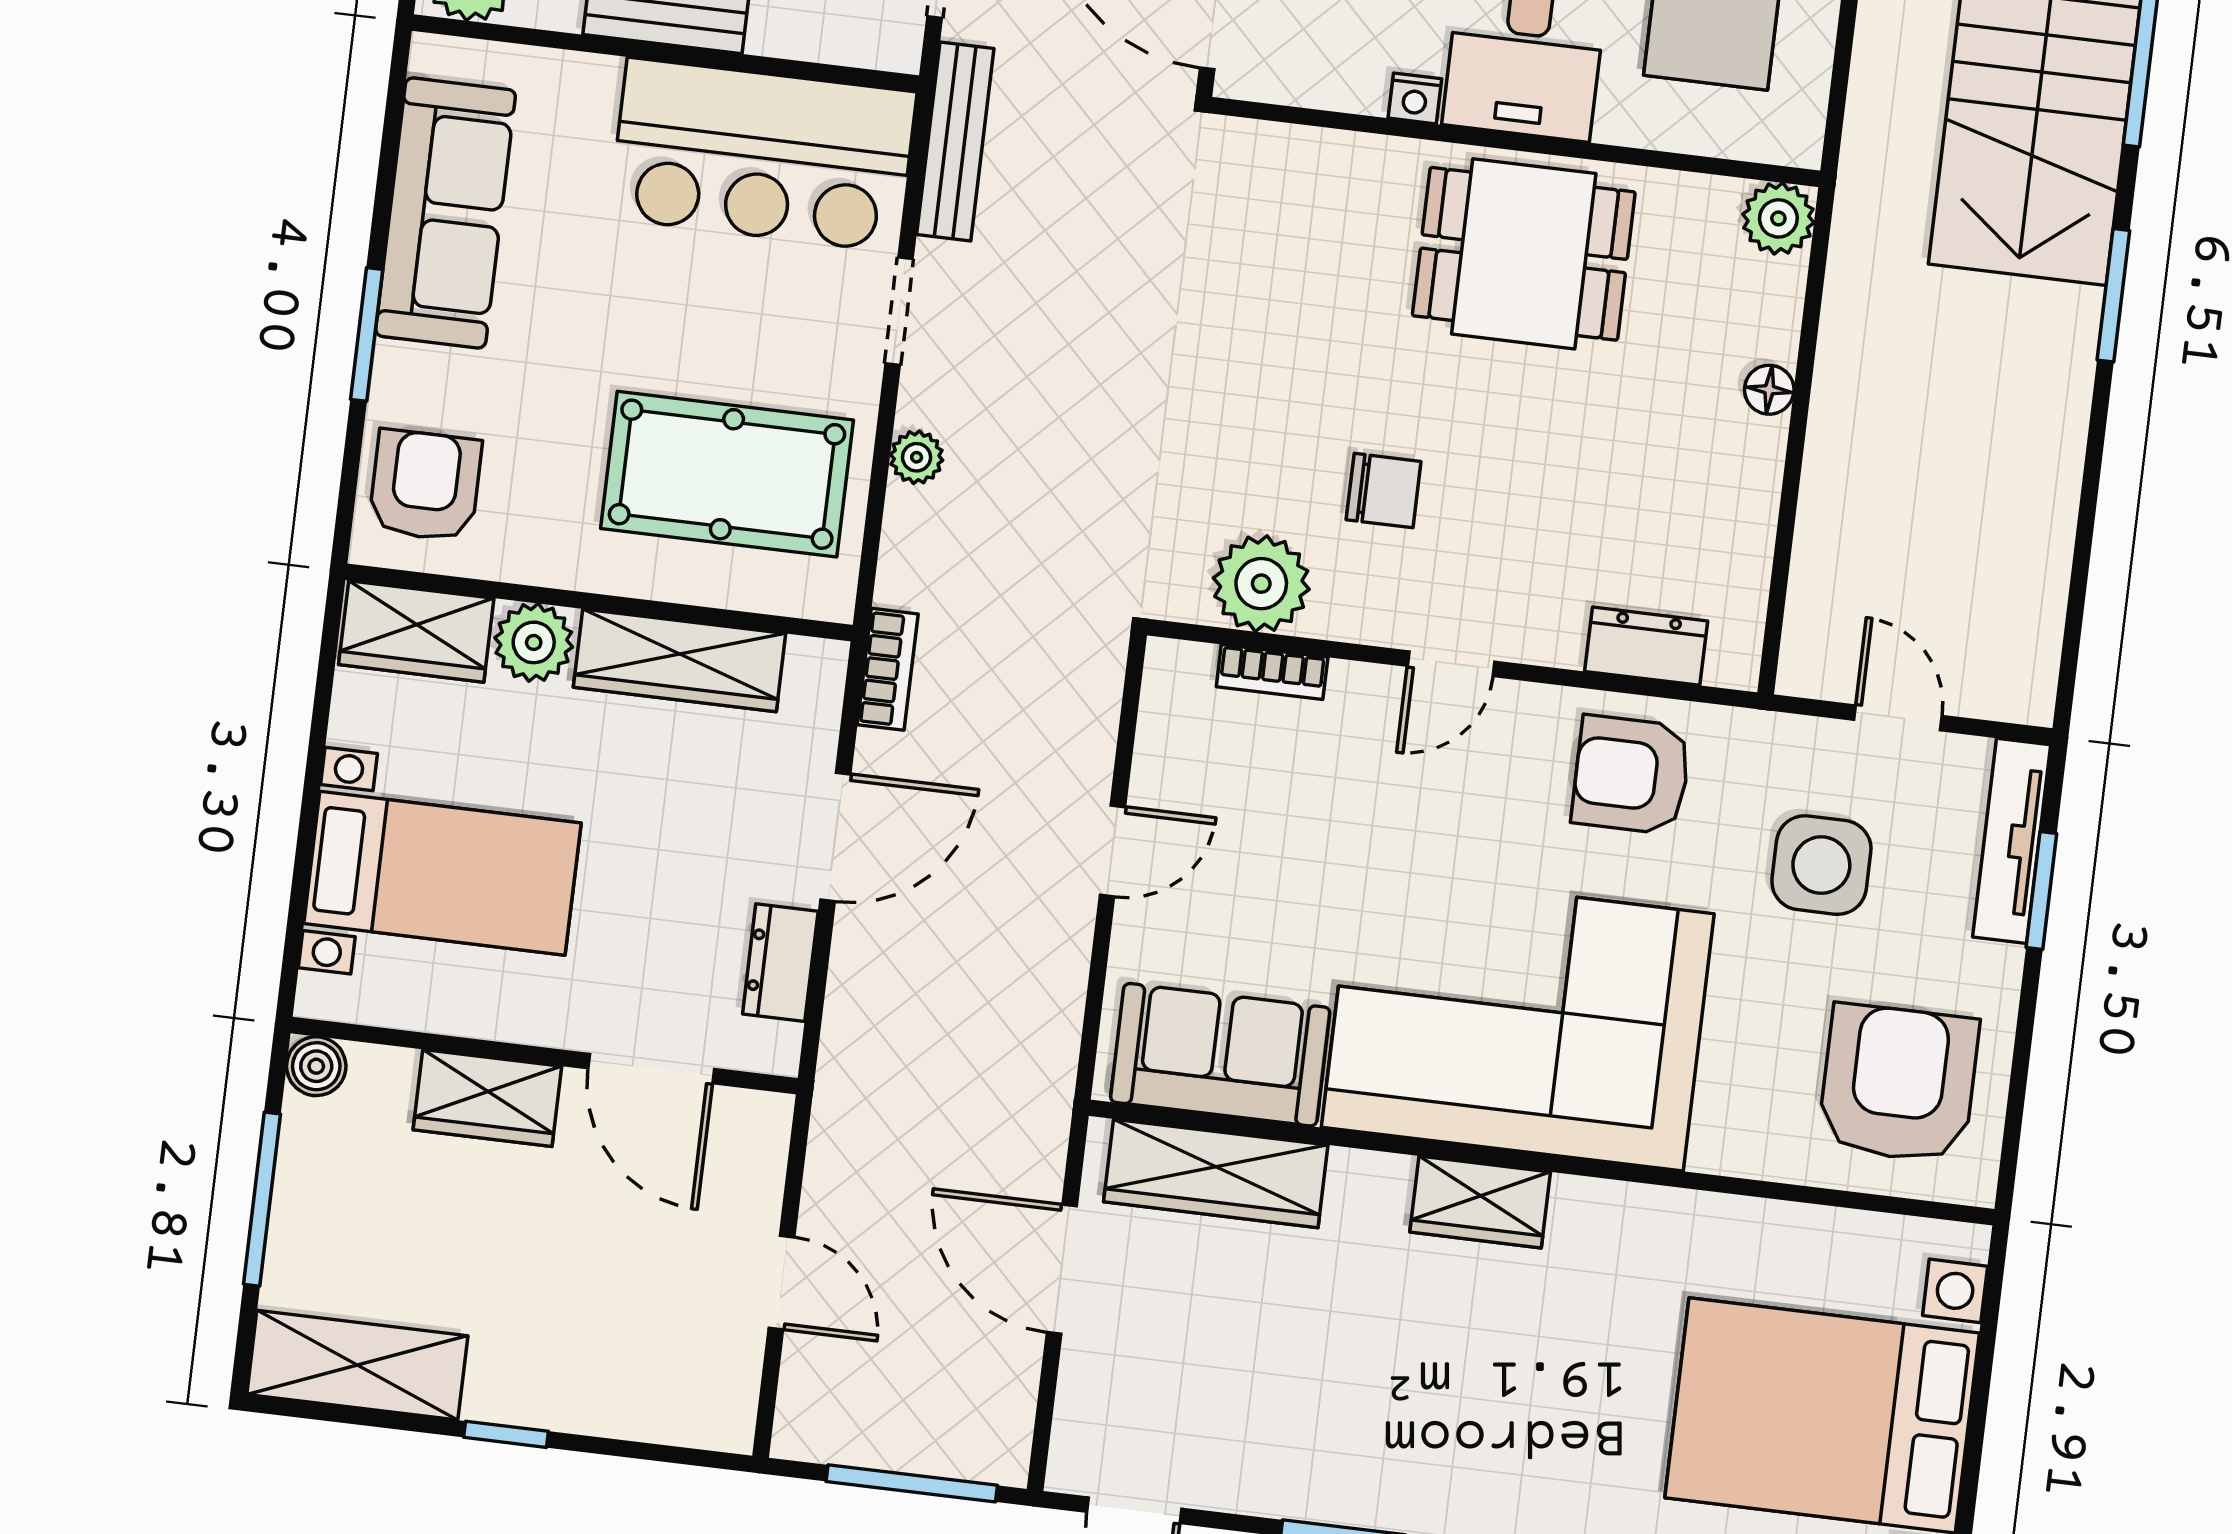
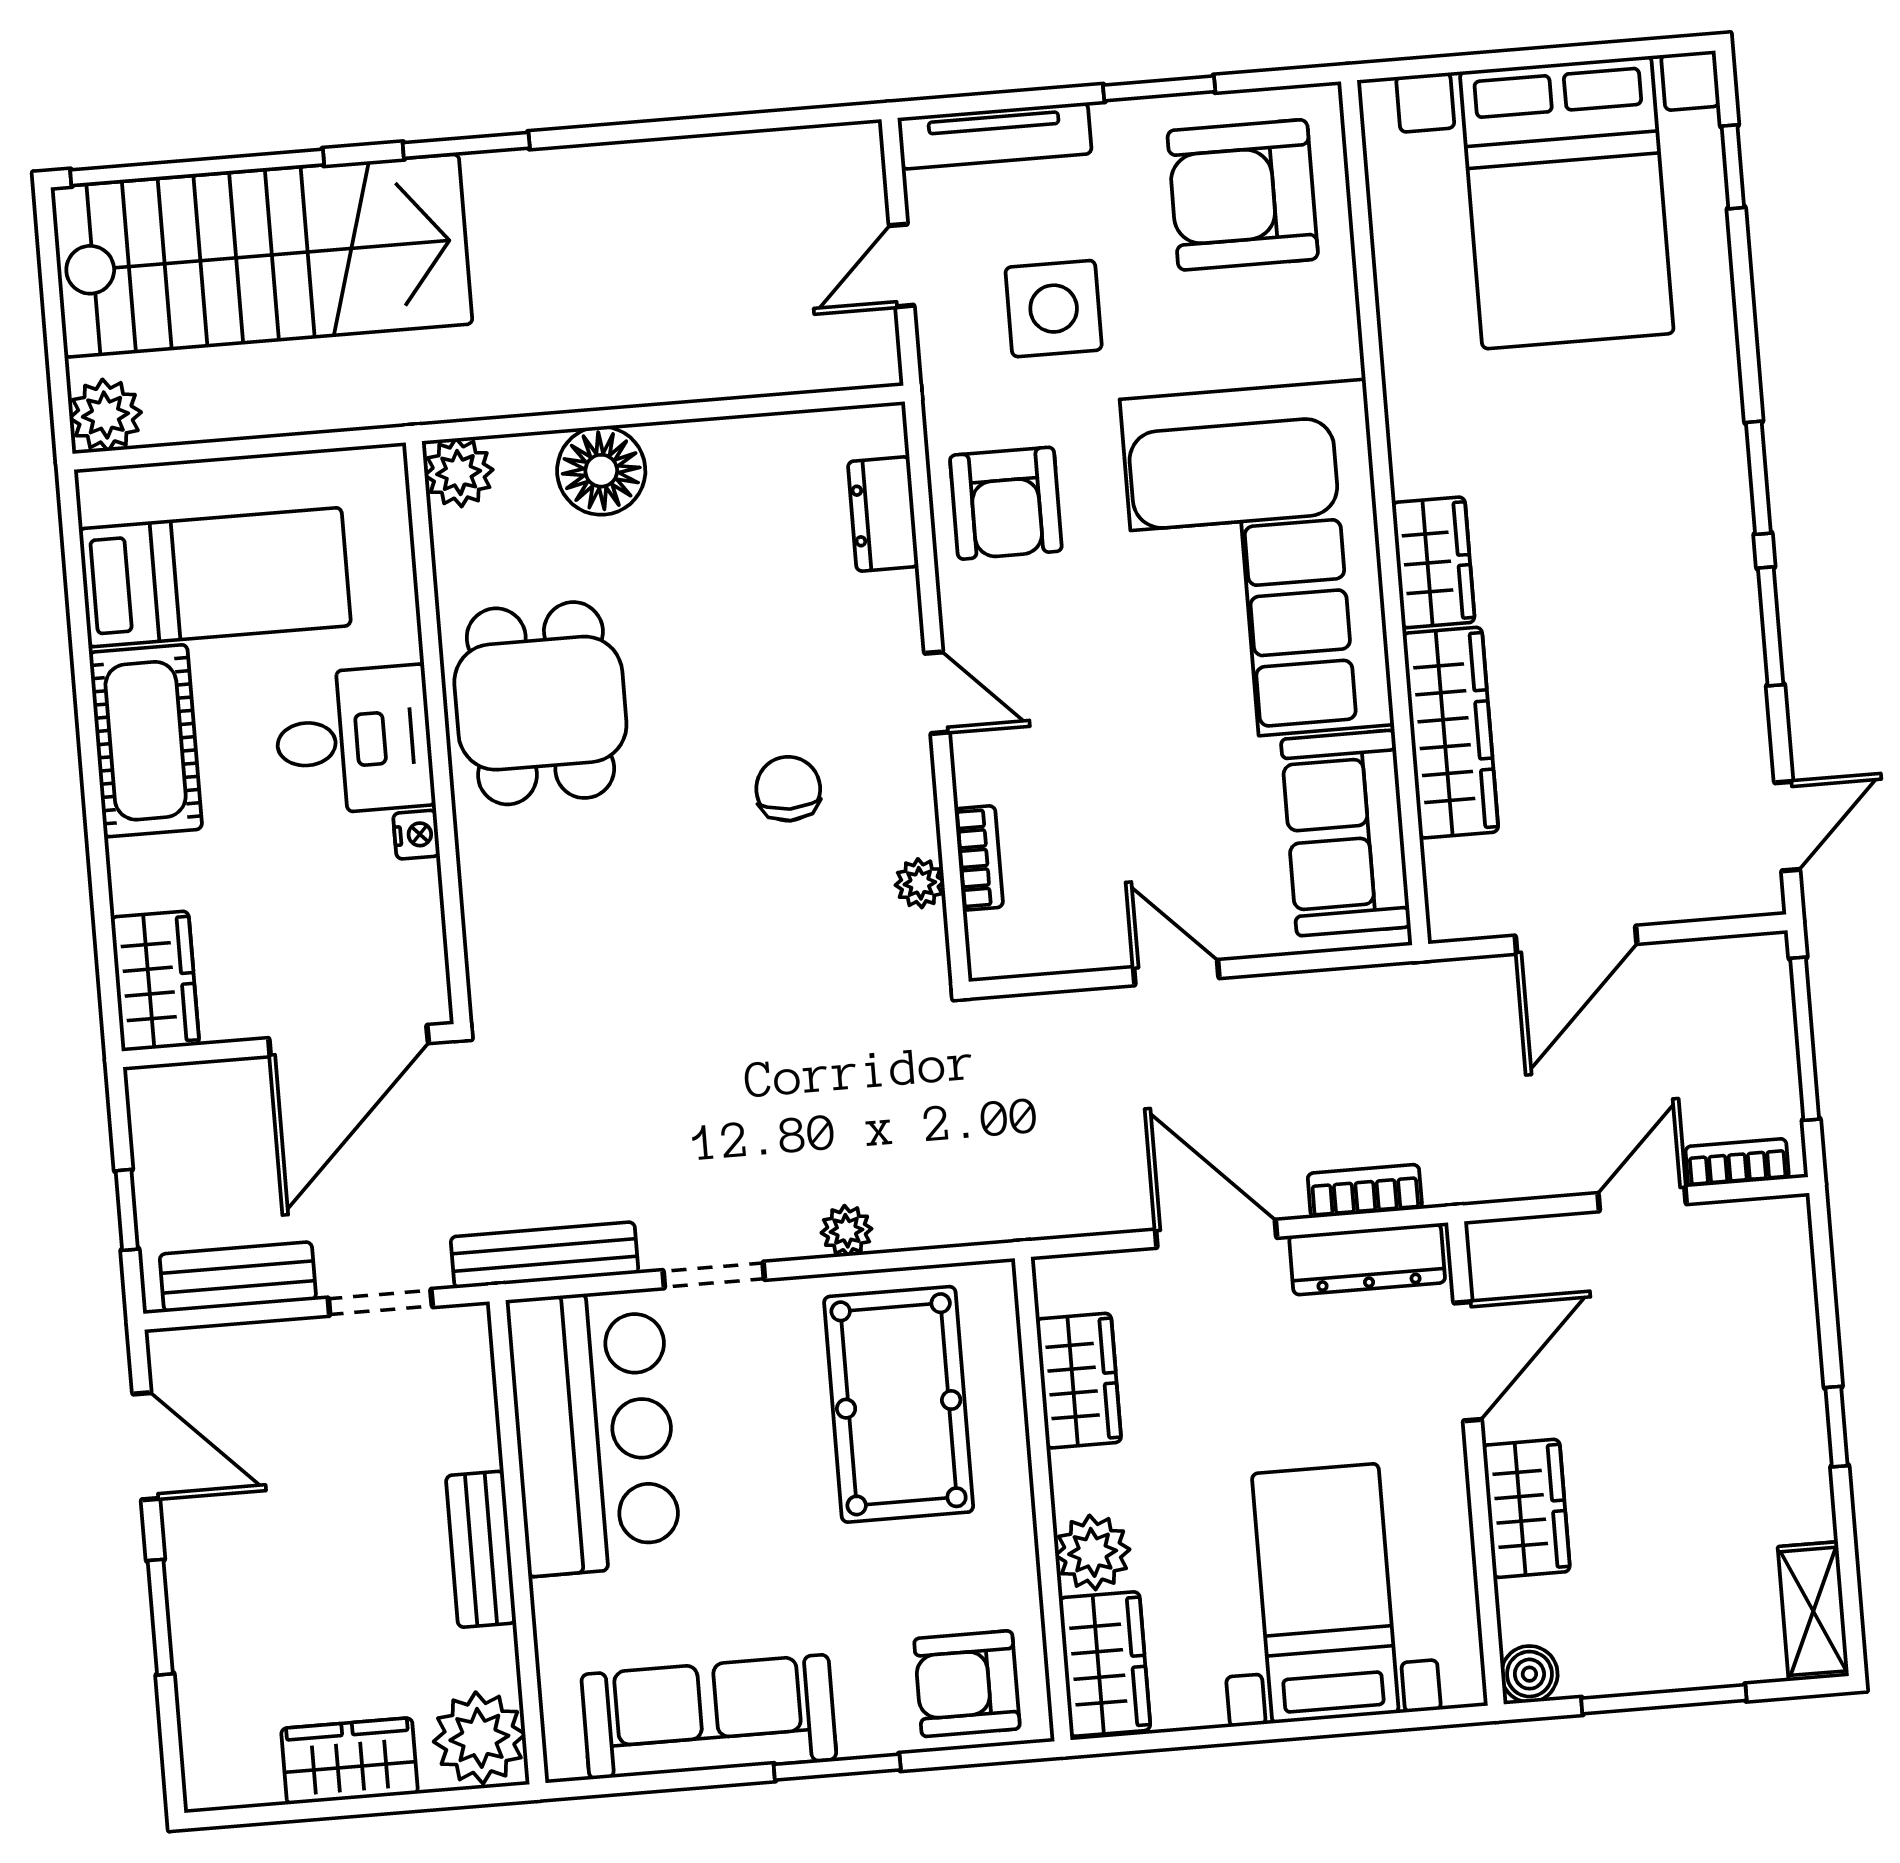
floor lamp: (1769, 390) -> (601, 471), width x1.89, depth x1.89
plant: (1261, 584) -> (920, 883), width x0.53, depth x0.53
wardrobe: (680, 660) -> (1079, 1381), width x0.67
bookcase: (888, 669) -> (1365, 1191), moved
window: (2041, 891) -> (1159, 88), moved
dresser: (780, 963) -> (1367, 1259), width x1.44
wardrobe: (1216, 1173) -> (1450, 733), moved
shelving: (357, 1365) -> (1813, 1611), width x0.67, depth x0.75
bookcase: (799, 1388) -> (1737, 1163), added

